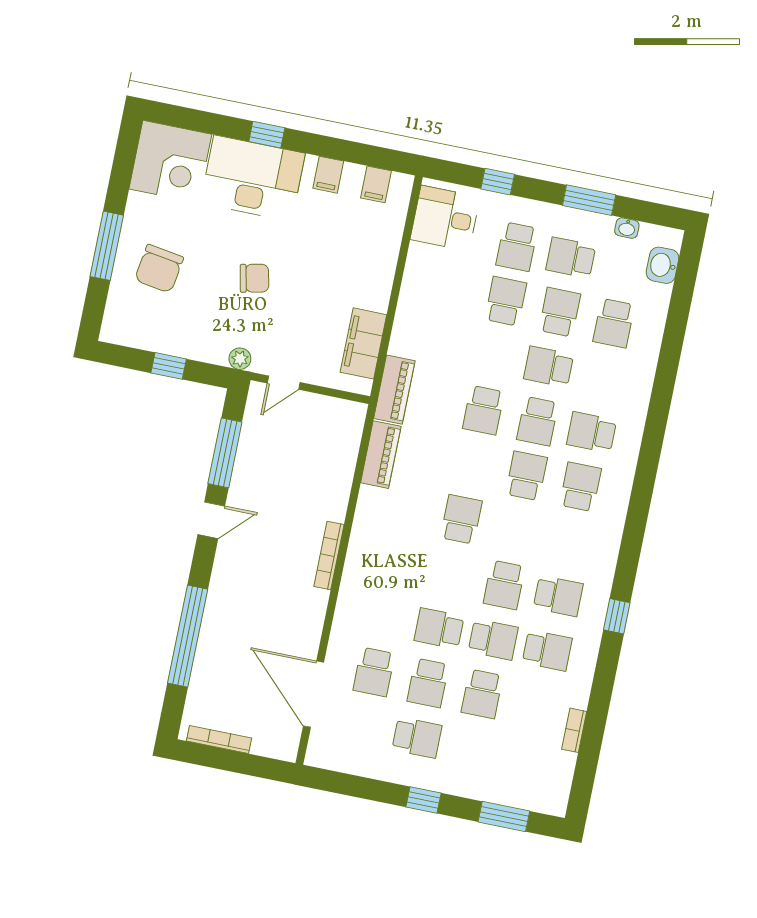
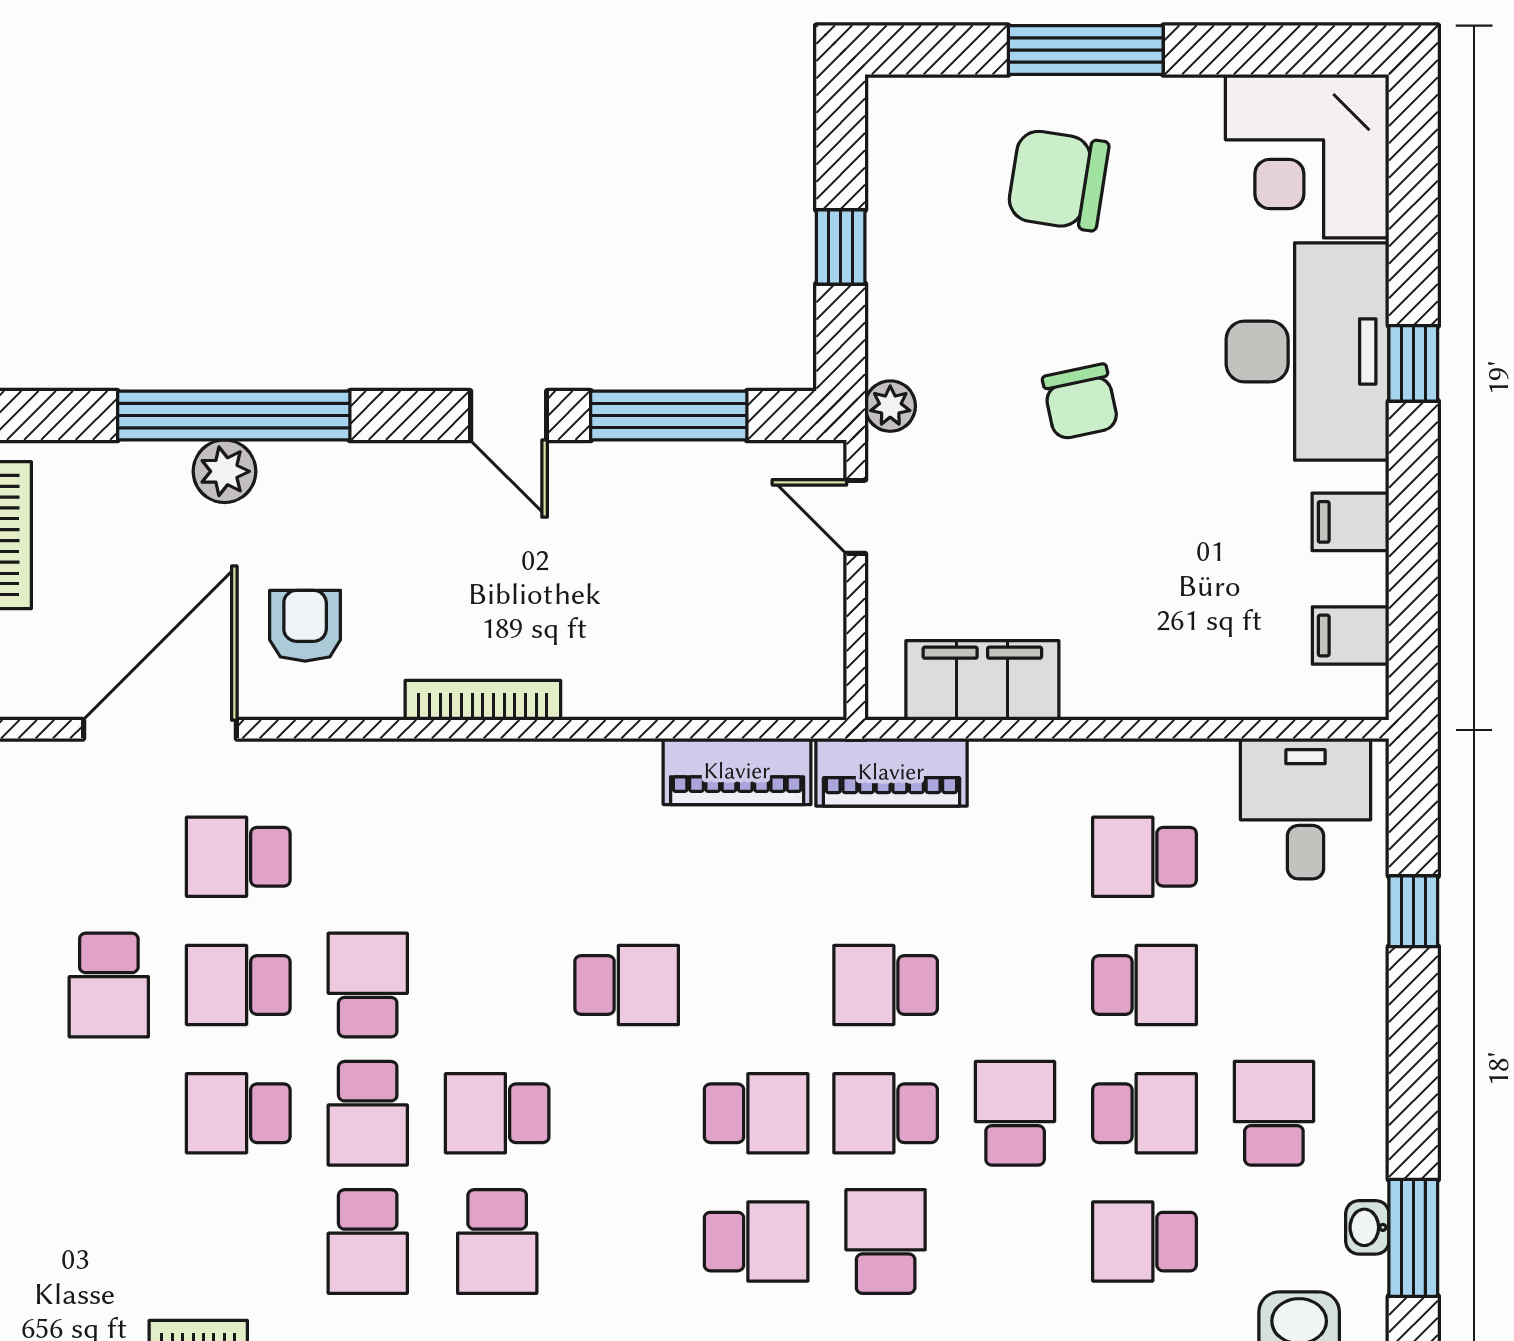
window: (589, 200) -> (1413, 1238), moved
school desk: (517, 247) -> (1144, 857), moved
armchair: (282, 624) -> (305, 626), added
plant: (210, 645) -> (225, 471), added

